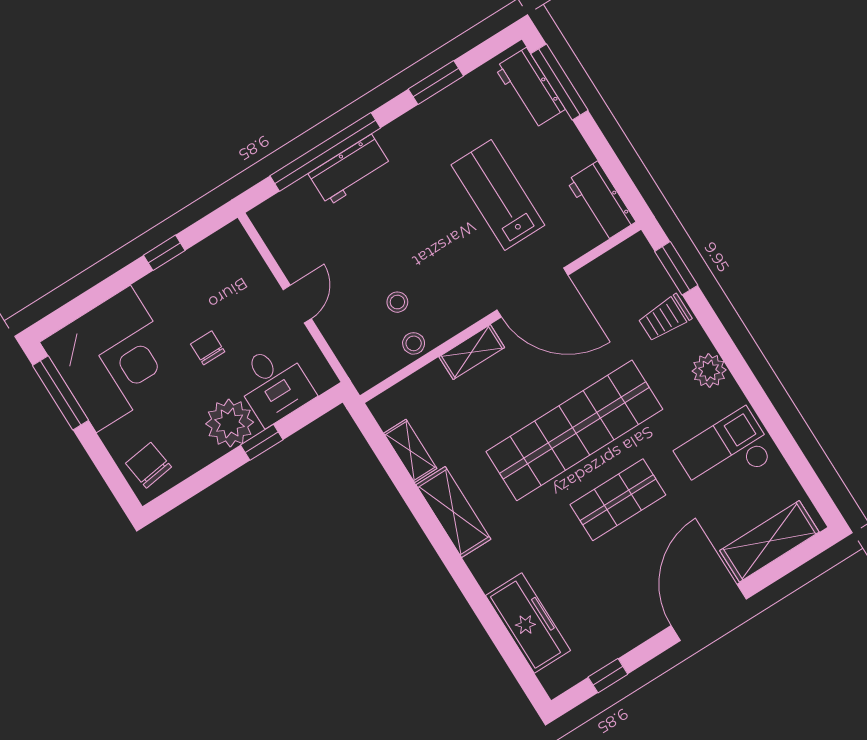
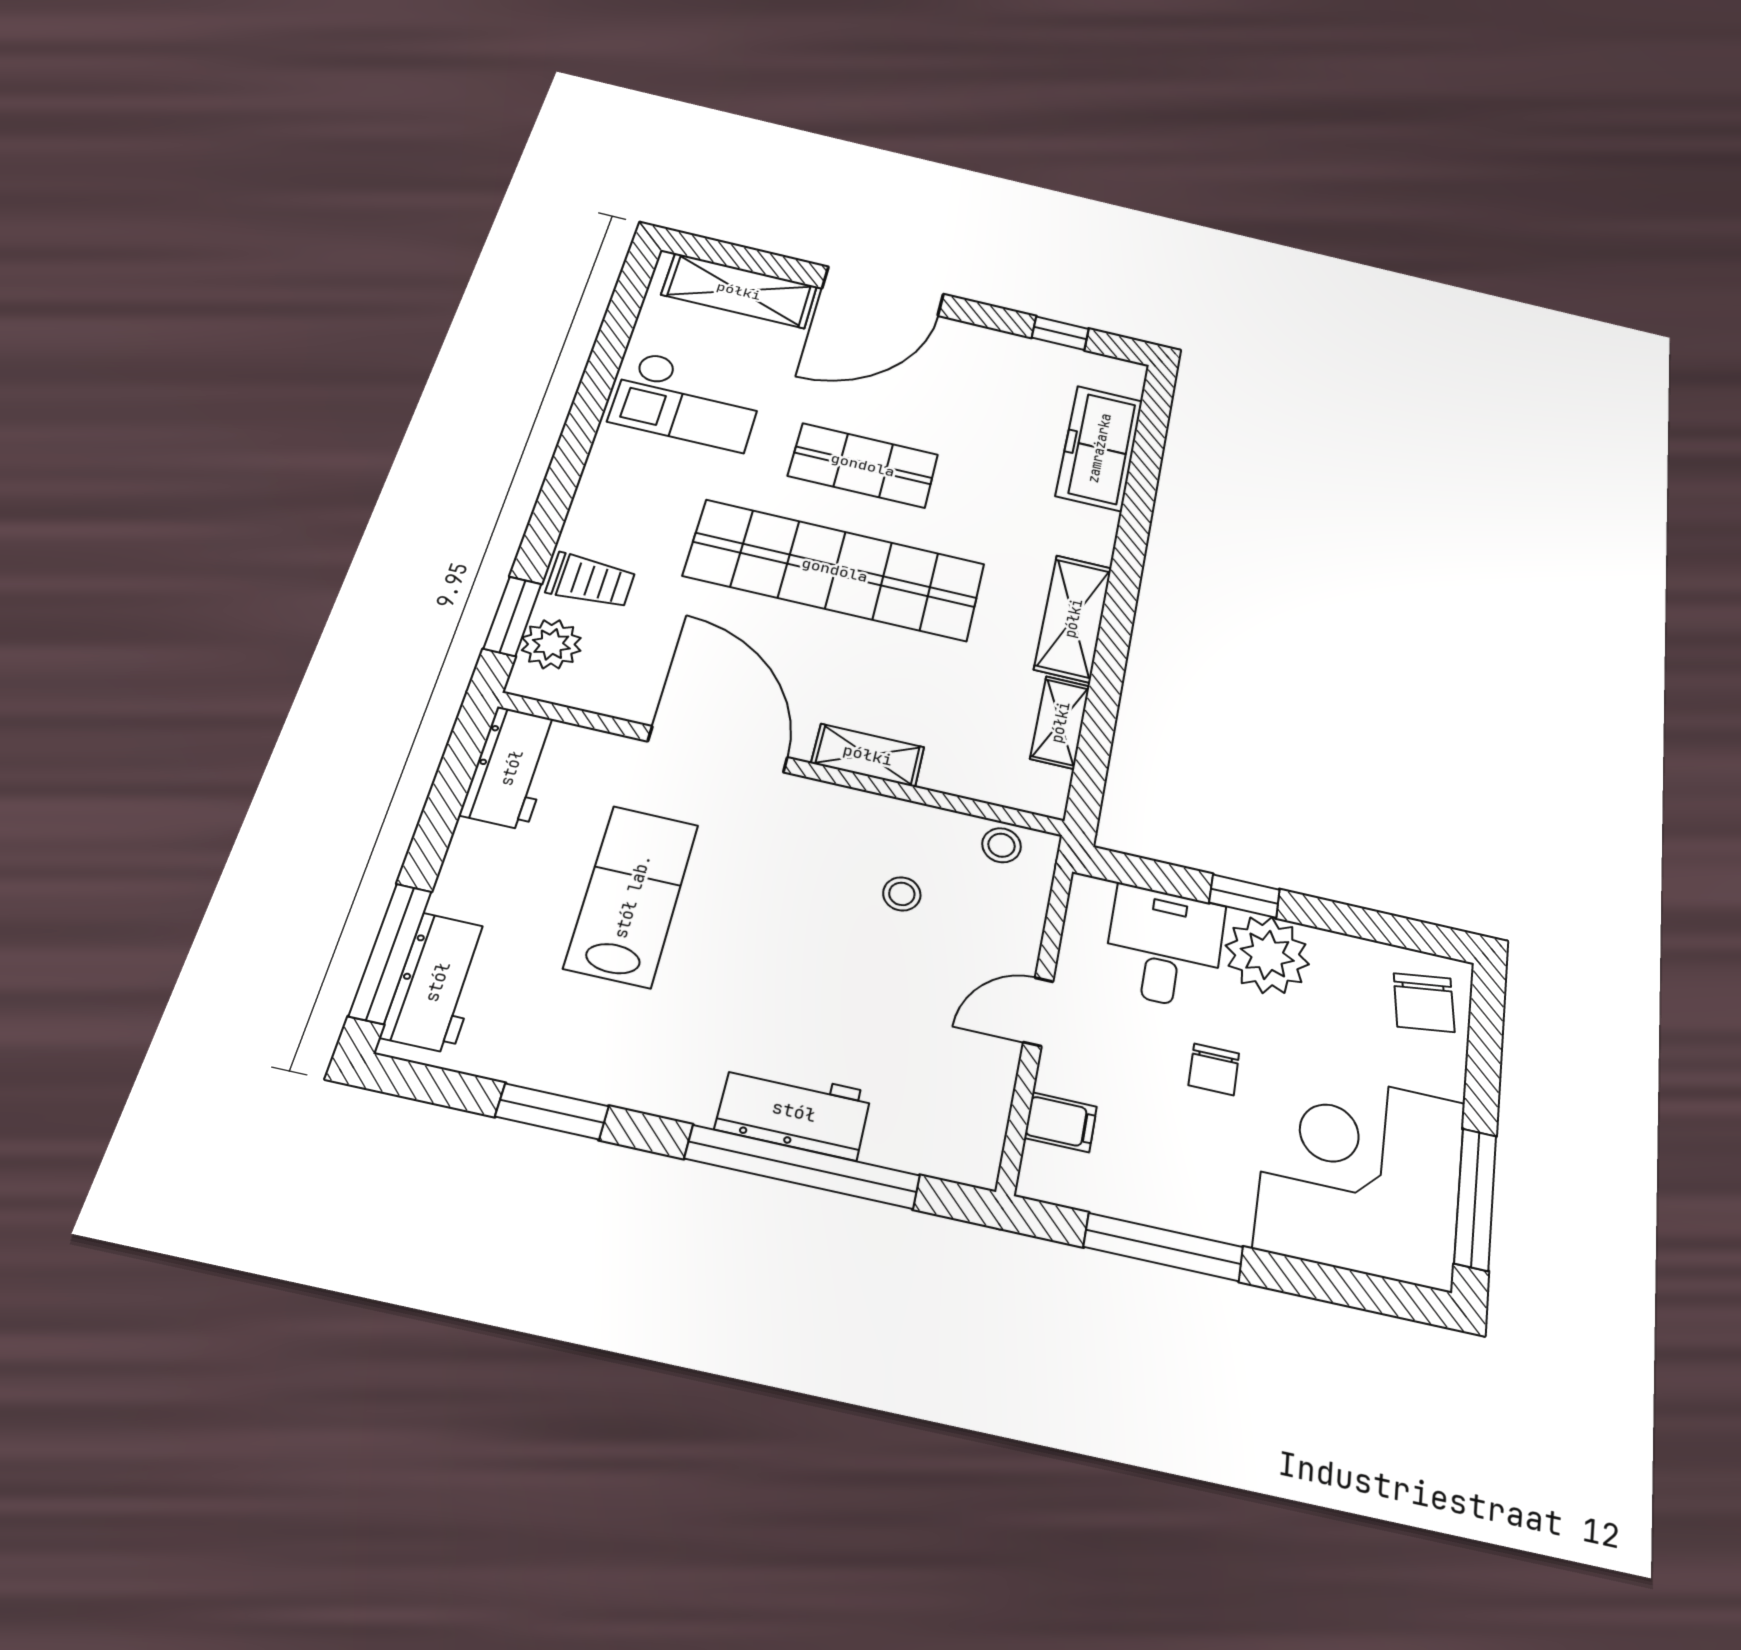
lab bench: (498, 195) -> (632, 896), turned 180
window: (164, 253) -> (1164, 1247), width x2.17
filing cabinet: (247, 265) -> (1061, 1122), added
stool: (414, 343) -> (1002, 845), moved
plant: (709, 370) -> (551, 644), moved

